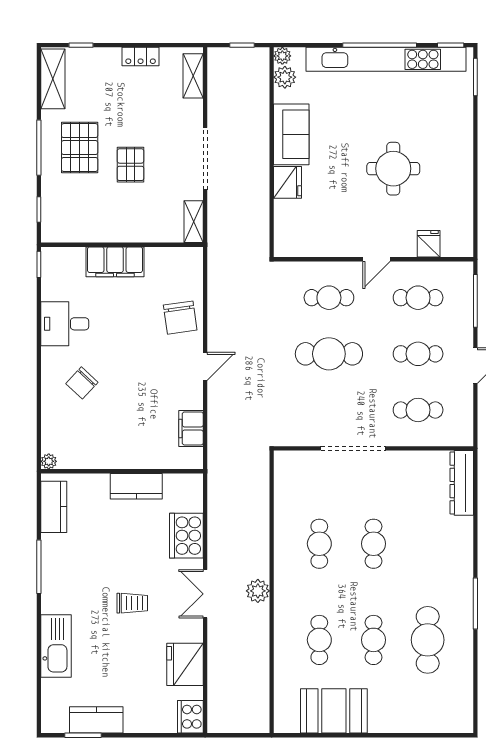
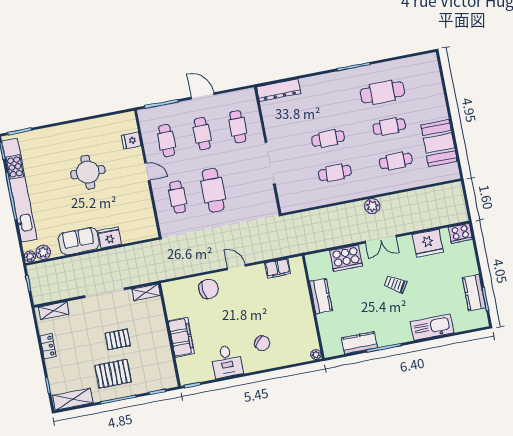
kitchen counter: (54, 507) -> (360, 343), moved
trolley: (132, 603) -> (396, 284), turned -59

